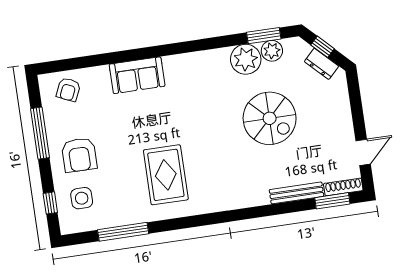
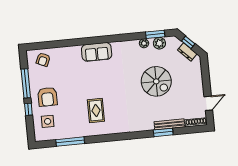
plant: (246, 59) -> (144, 43), width x0.53, depth x0.53
sofa: (137, 75) -> (97, 52), moved
rug: (166, 175) -> (96, 111), width x0.73, depth x0.70
window: (332, 201) -> (163, 132), moved
window: (50, 203) -> (28, 109), moved

